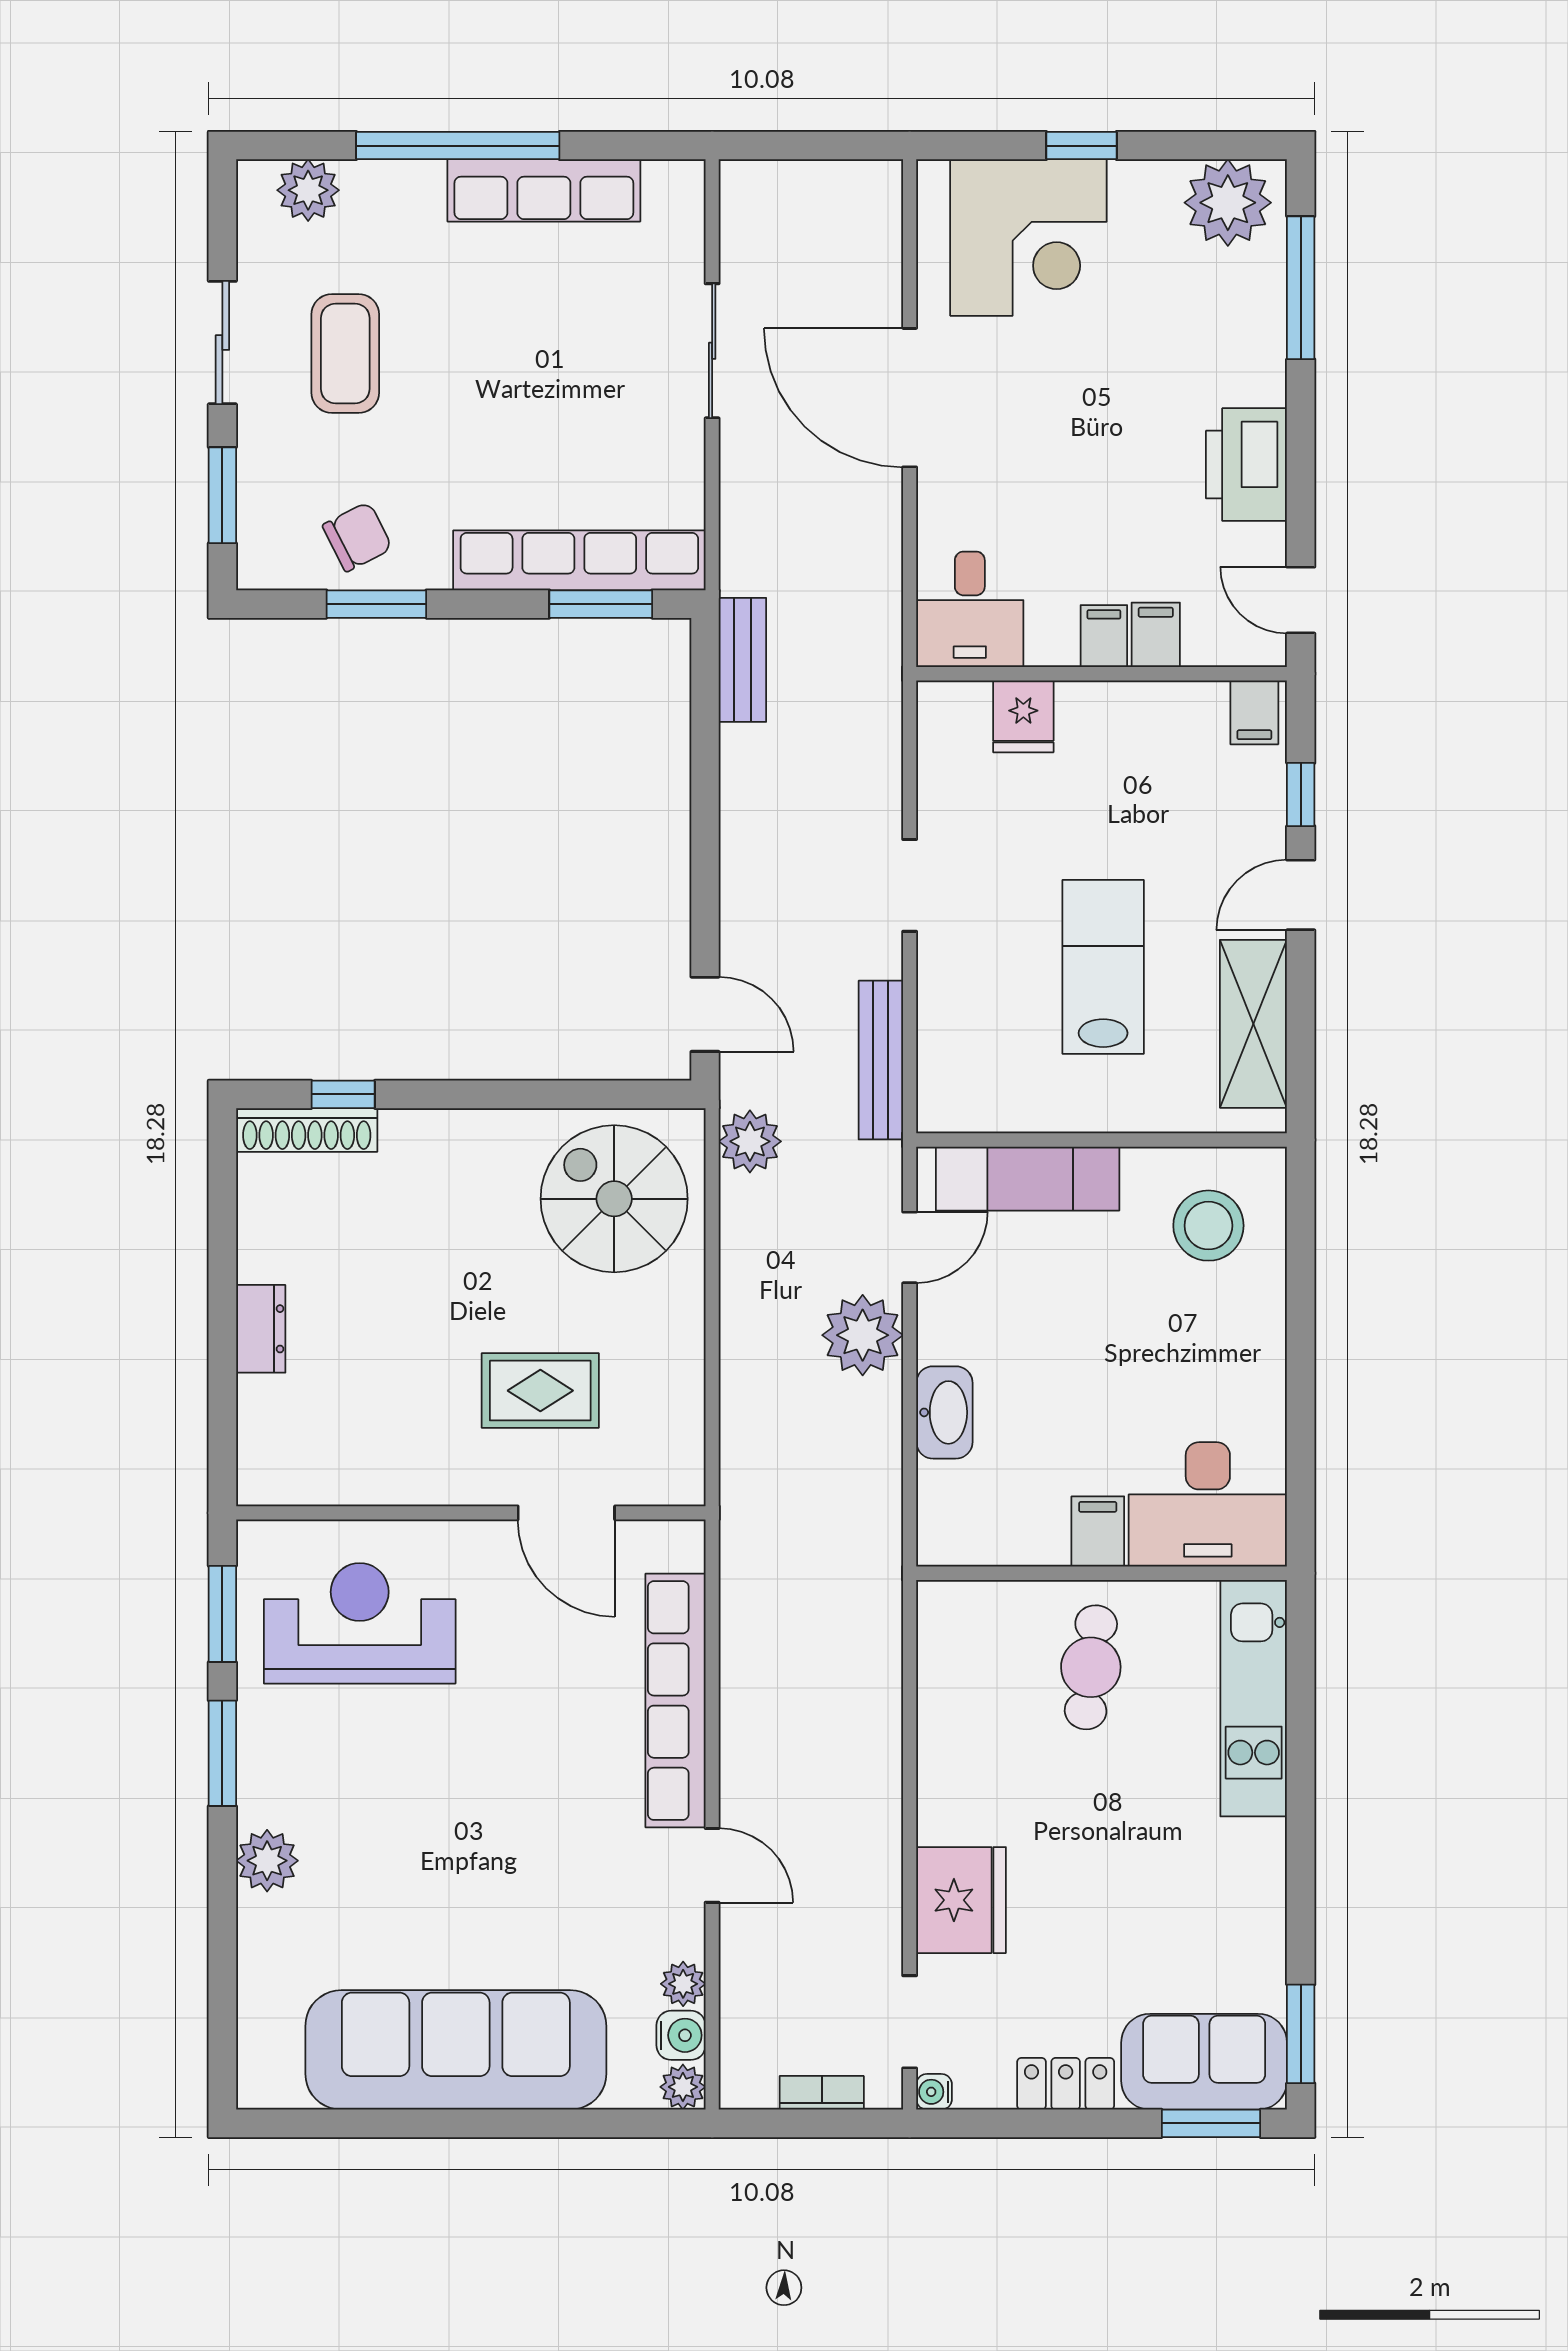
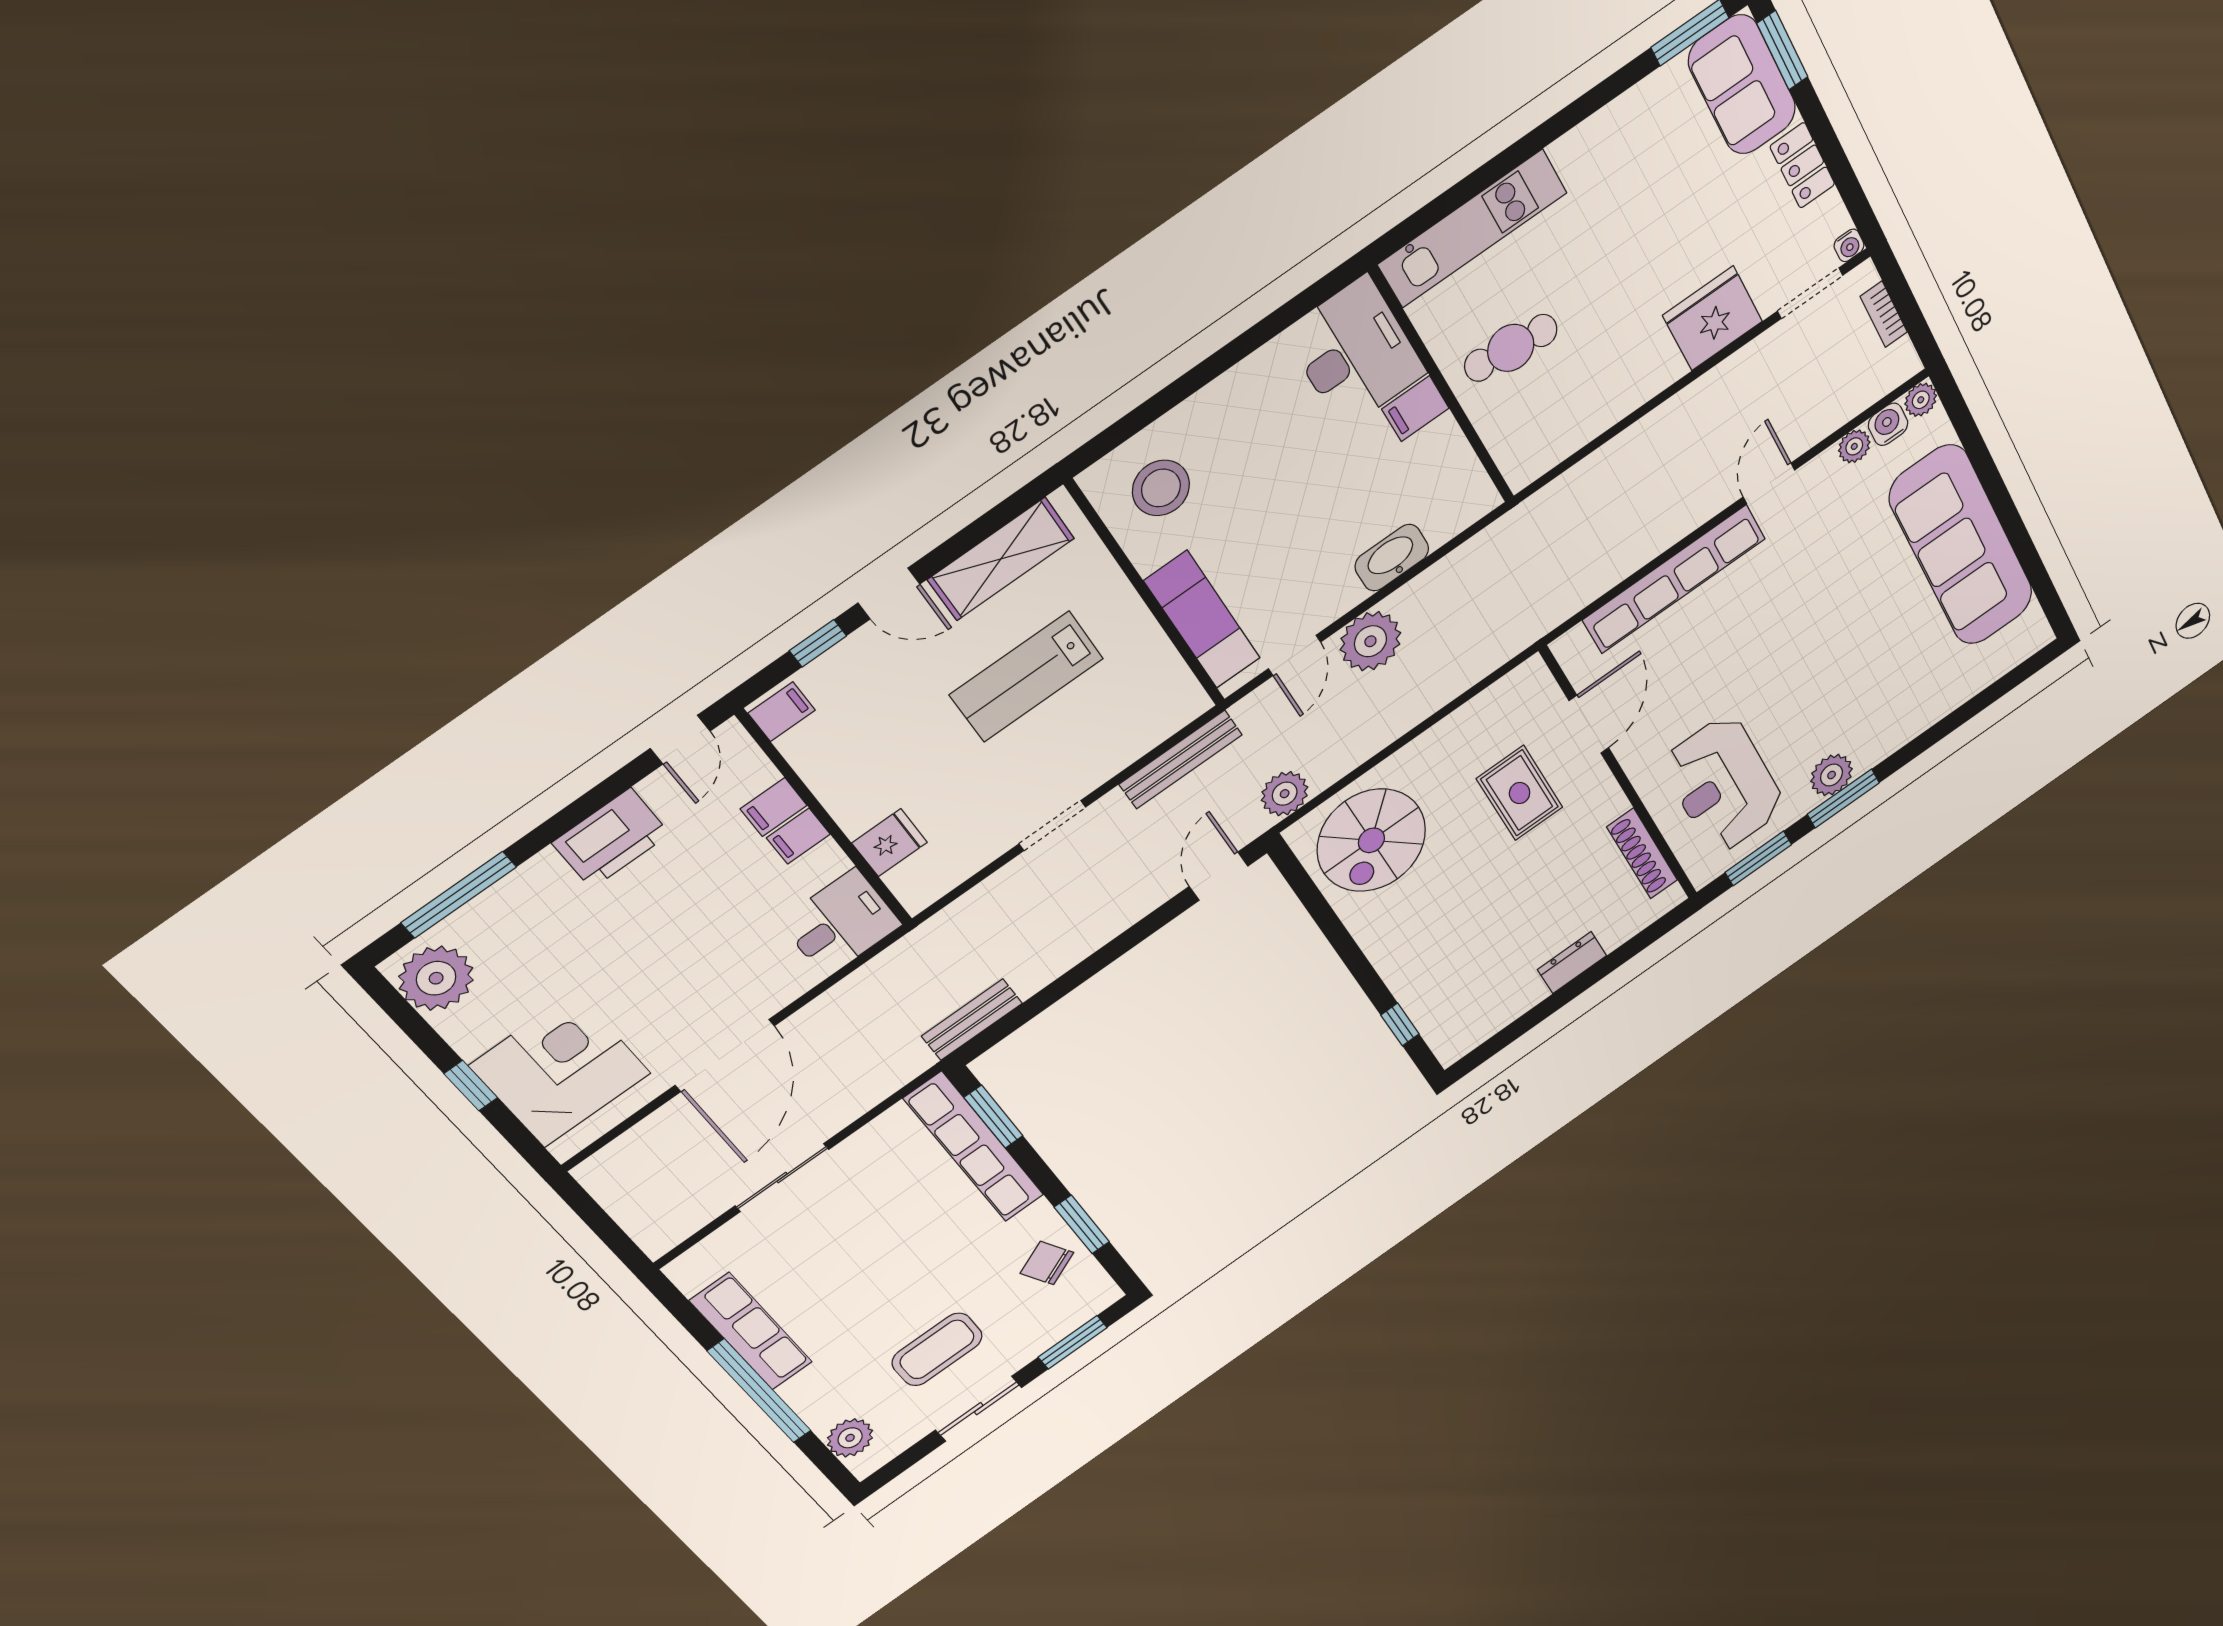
shoe rack: (307, 1130) -> (1642, 854), moved, turned 180
door: (910, 1247) -> (1294, 655), swing flipped
plant: (267, 1861) -> (1832, 775), moved

